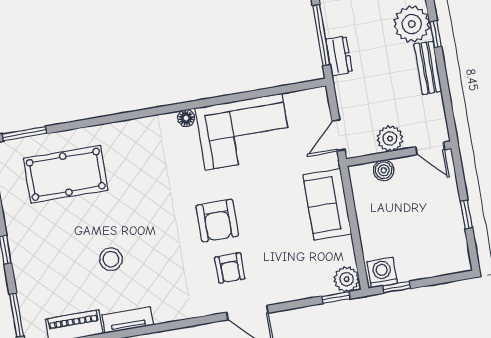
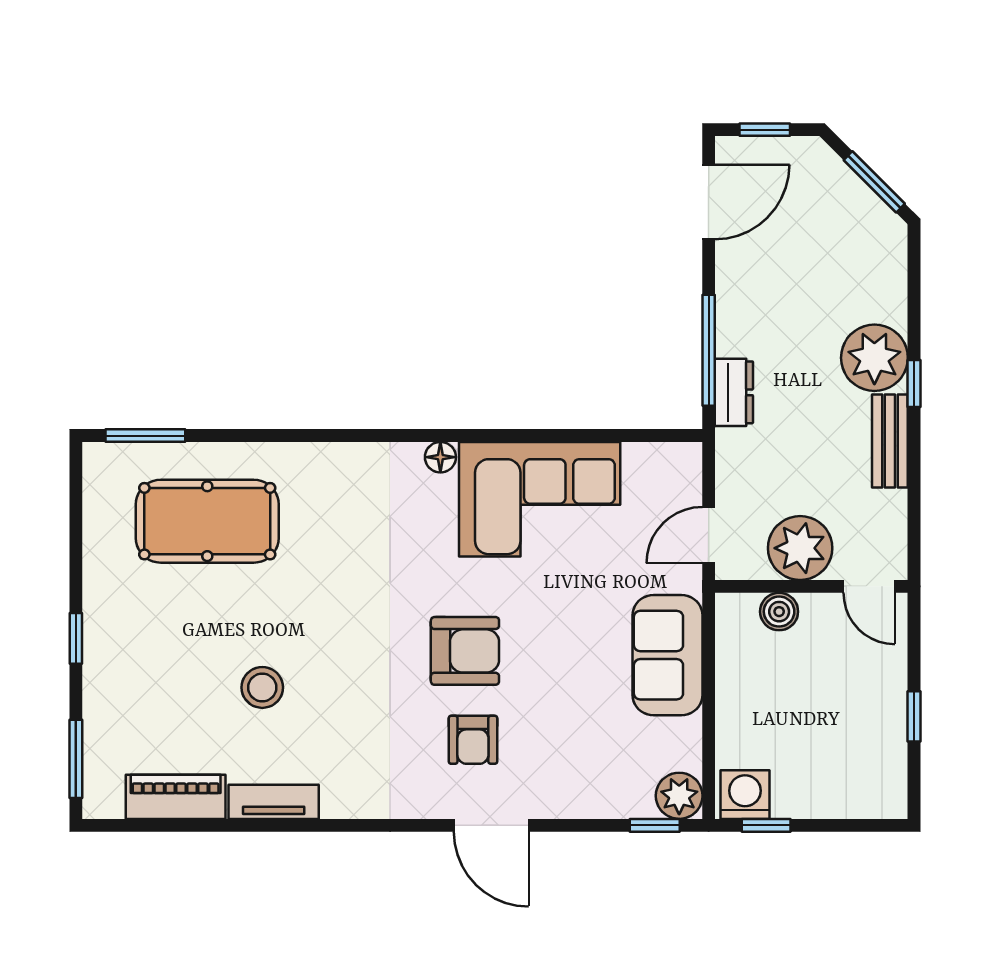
plant: (390, 139) -> (800, 548), width x1.36, depth x1.36
armchair: (217, 221) -> (465, 651), turned -90

